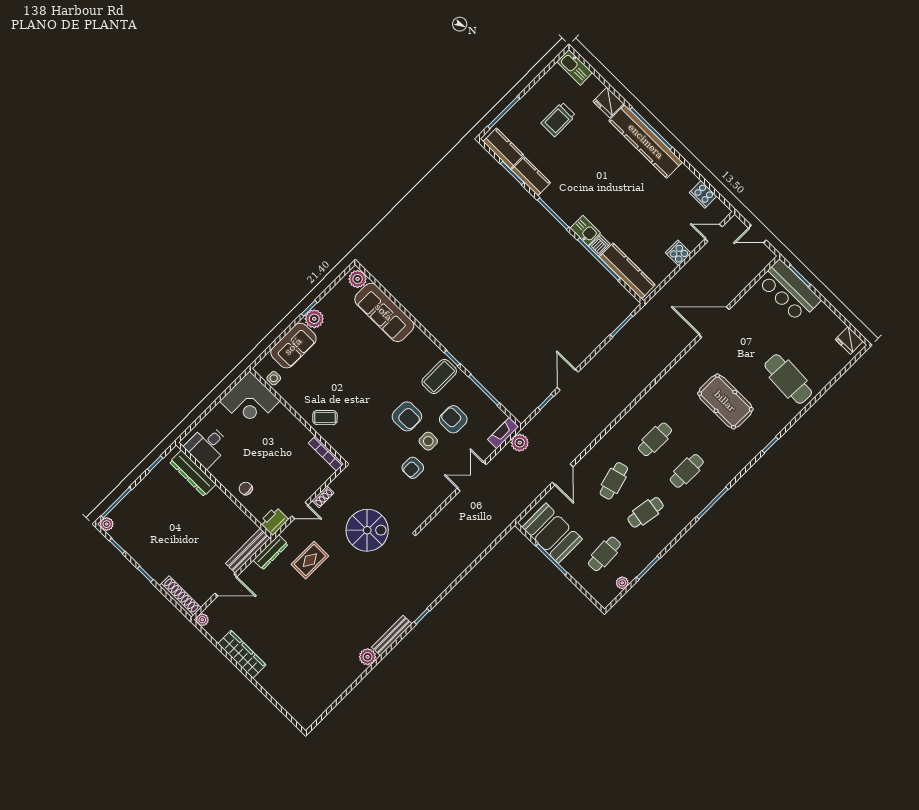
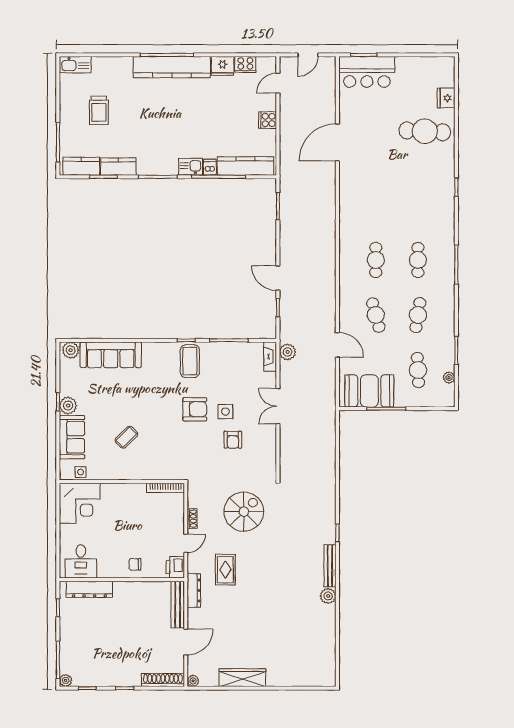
fridge: (608, 102) -> (223, 66), moved
fridge: (849, 340) -> (446, 98), moved, turned 90
pool table: (725, 401) -> (398, 188), removed
coffee table: (325, 418) -> (126, 437), moved
armchair: (453, 419) -> (228, 380), removed

